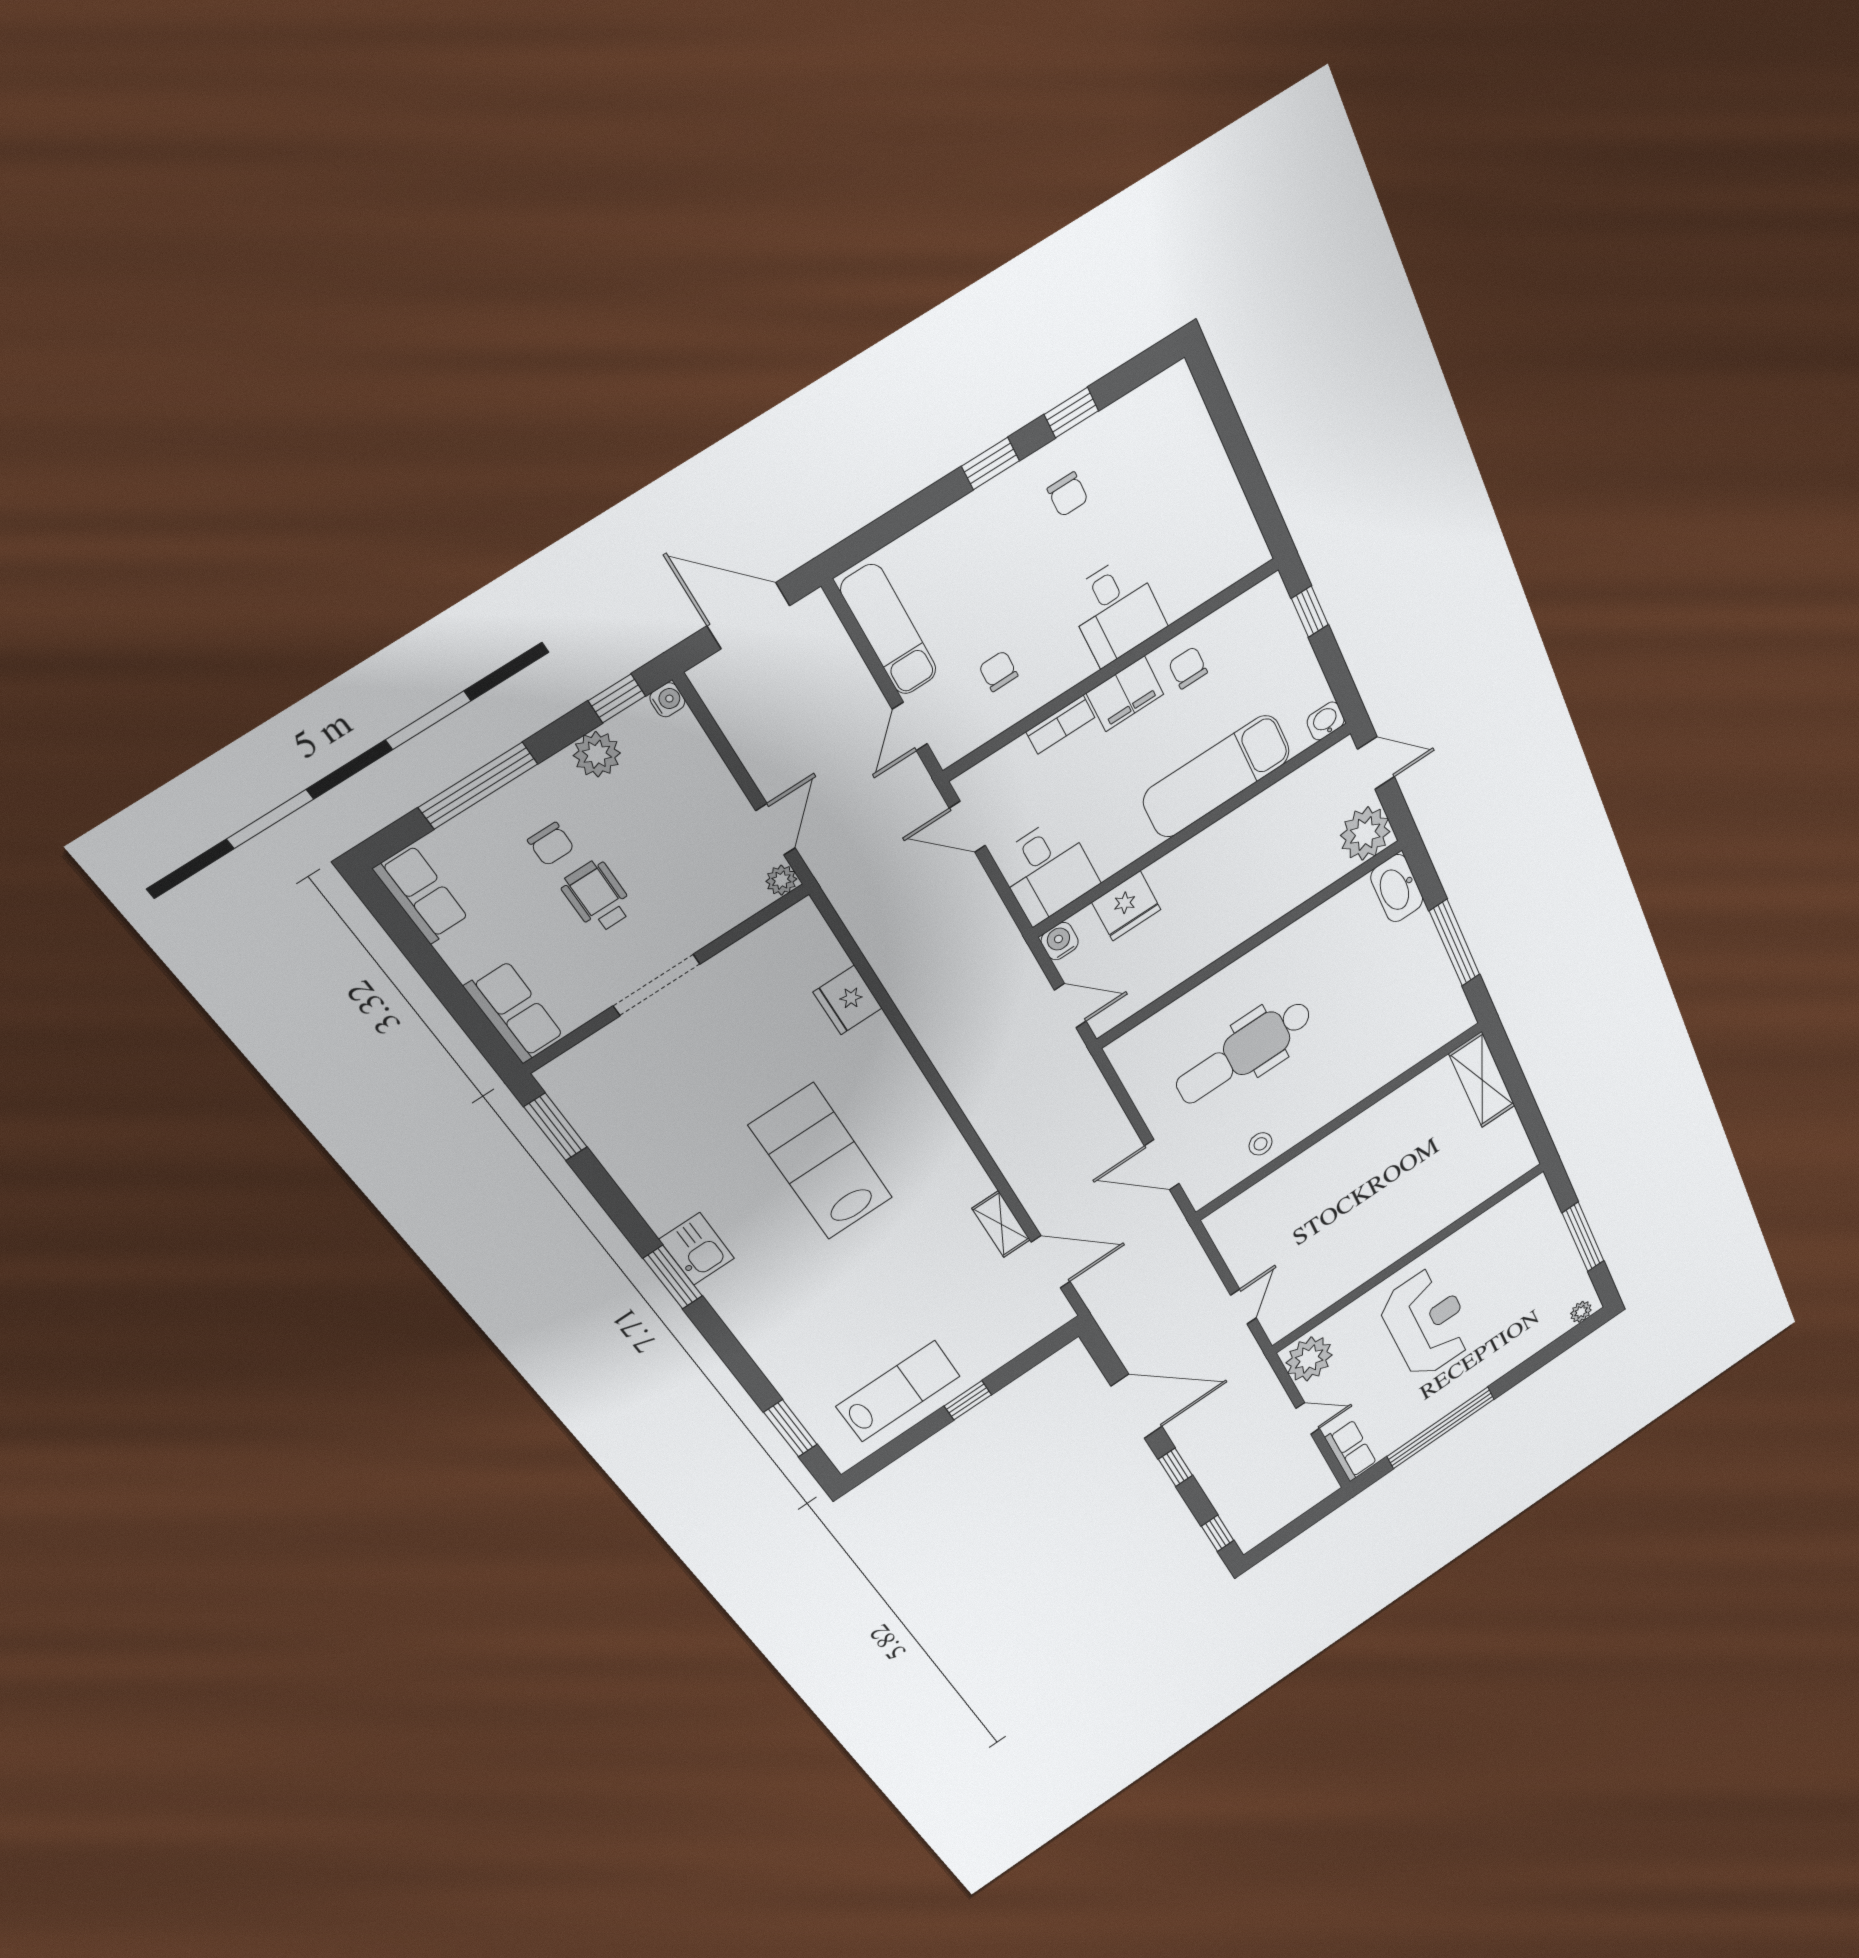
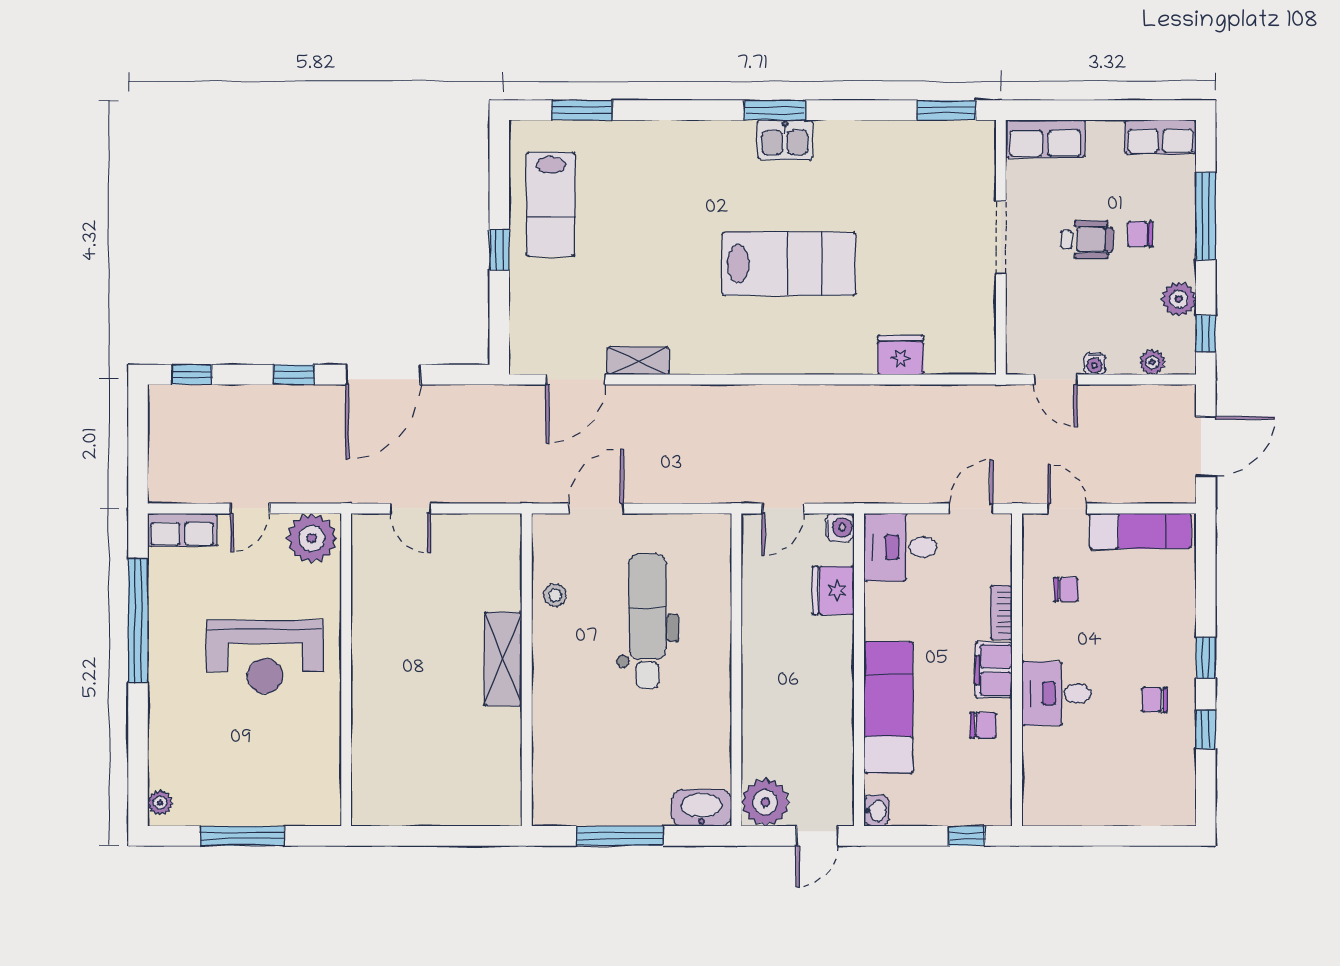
water cooler: (667, 700) -> (1095, 364), moved
plant: (781, 880) -> (1152, 362), moved
shelving: (1482, 1080) -> (503, 659), moved, turned 90

